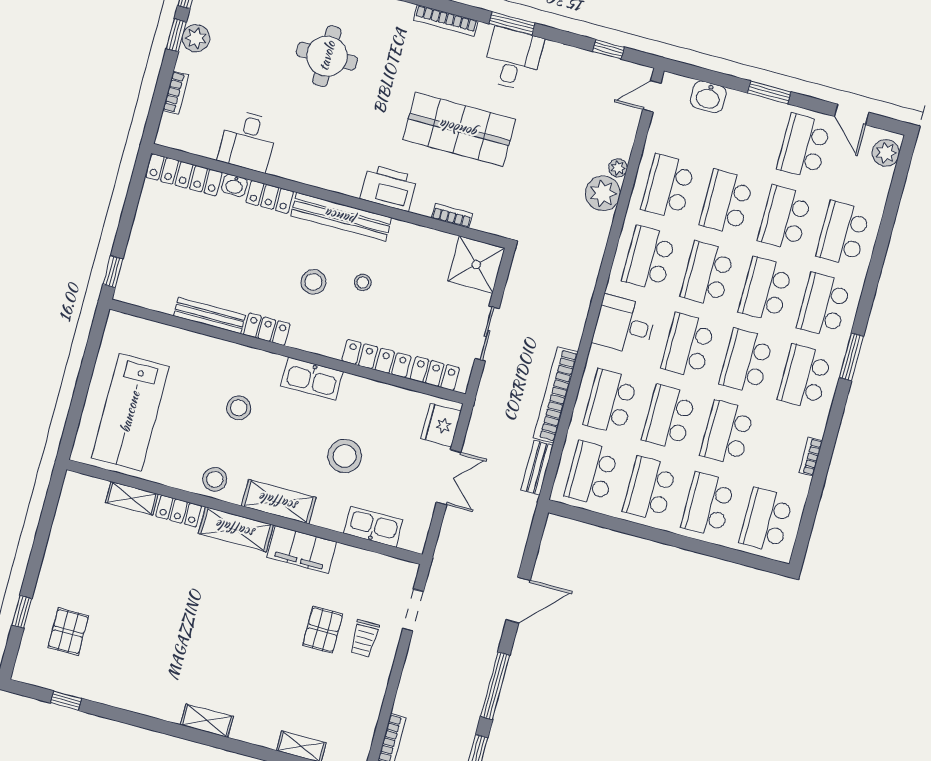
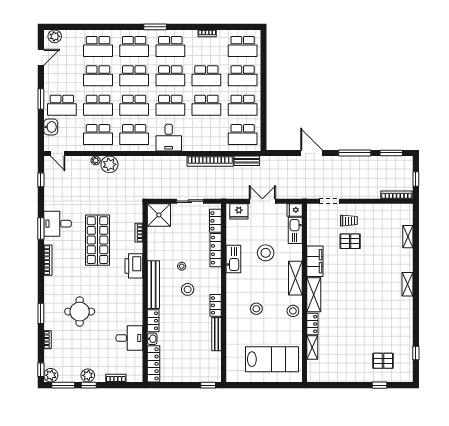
school desk: (804, 146) -> (62, 105), moved
kitchen sink: (312, 379) -> (233, 259), moved
school desk: (610, 402) -> (206, 135), removed
fridge: (414, 536) -> (295, 210), added

